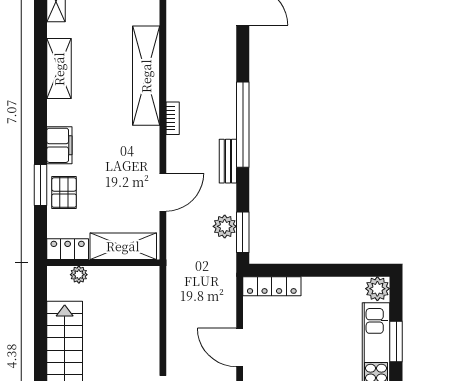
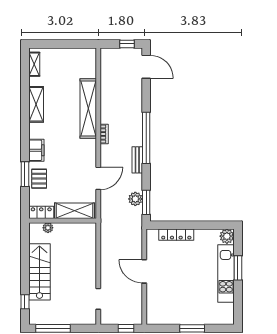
locker: (272, 286) -> (176, 235), moved

